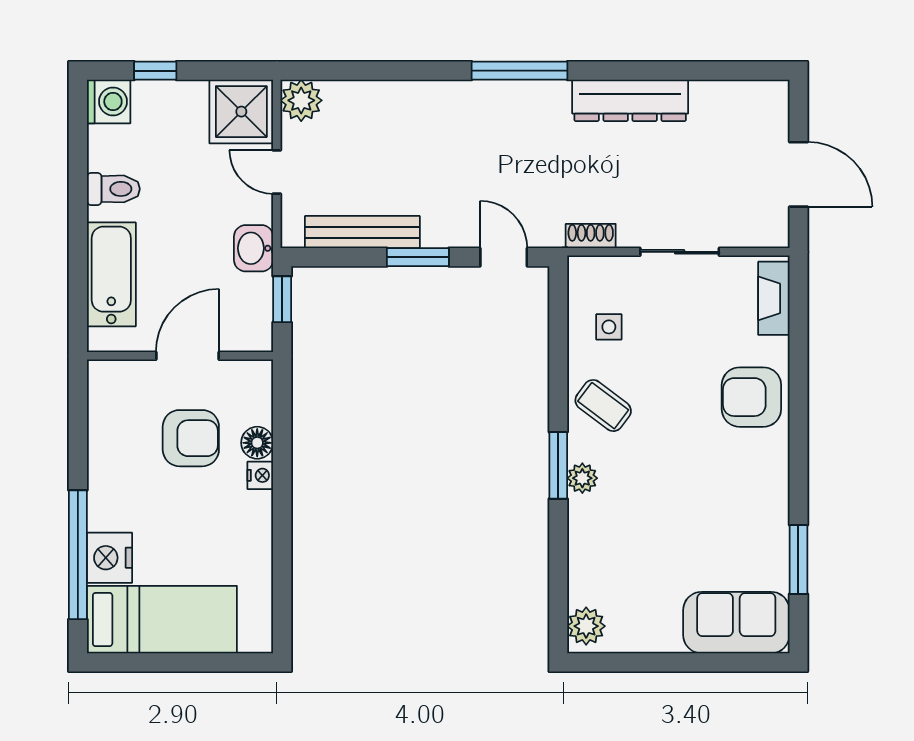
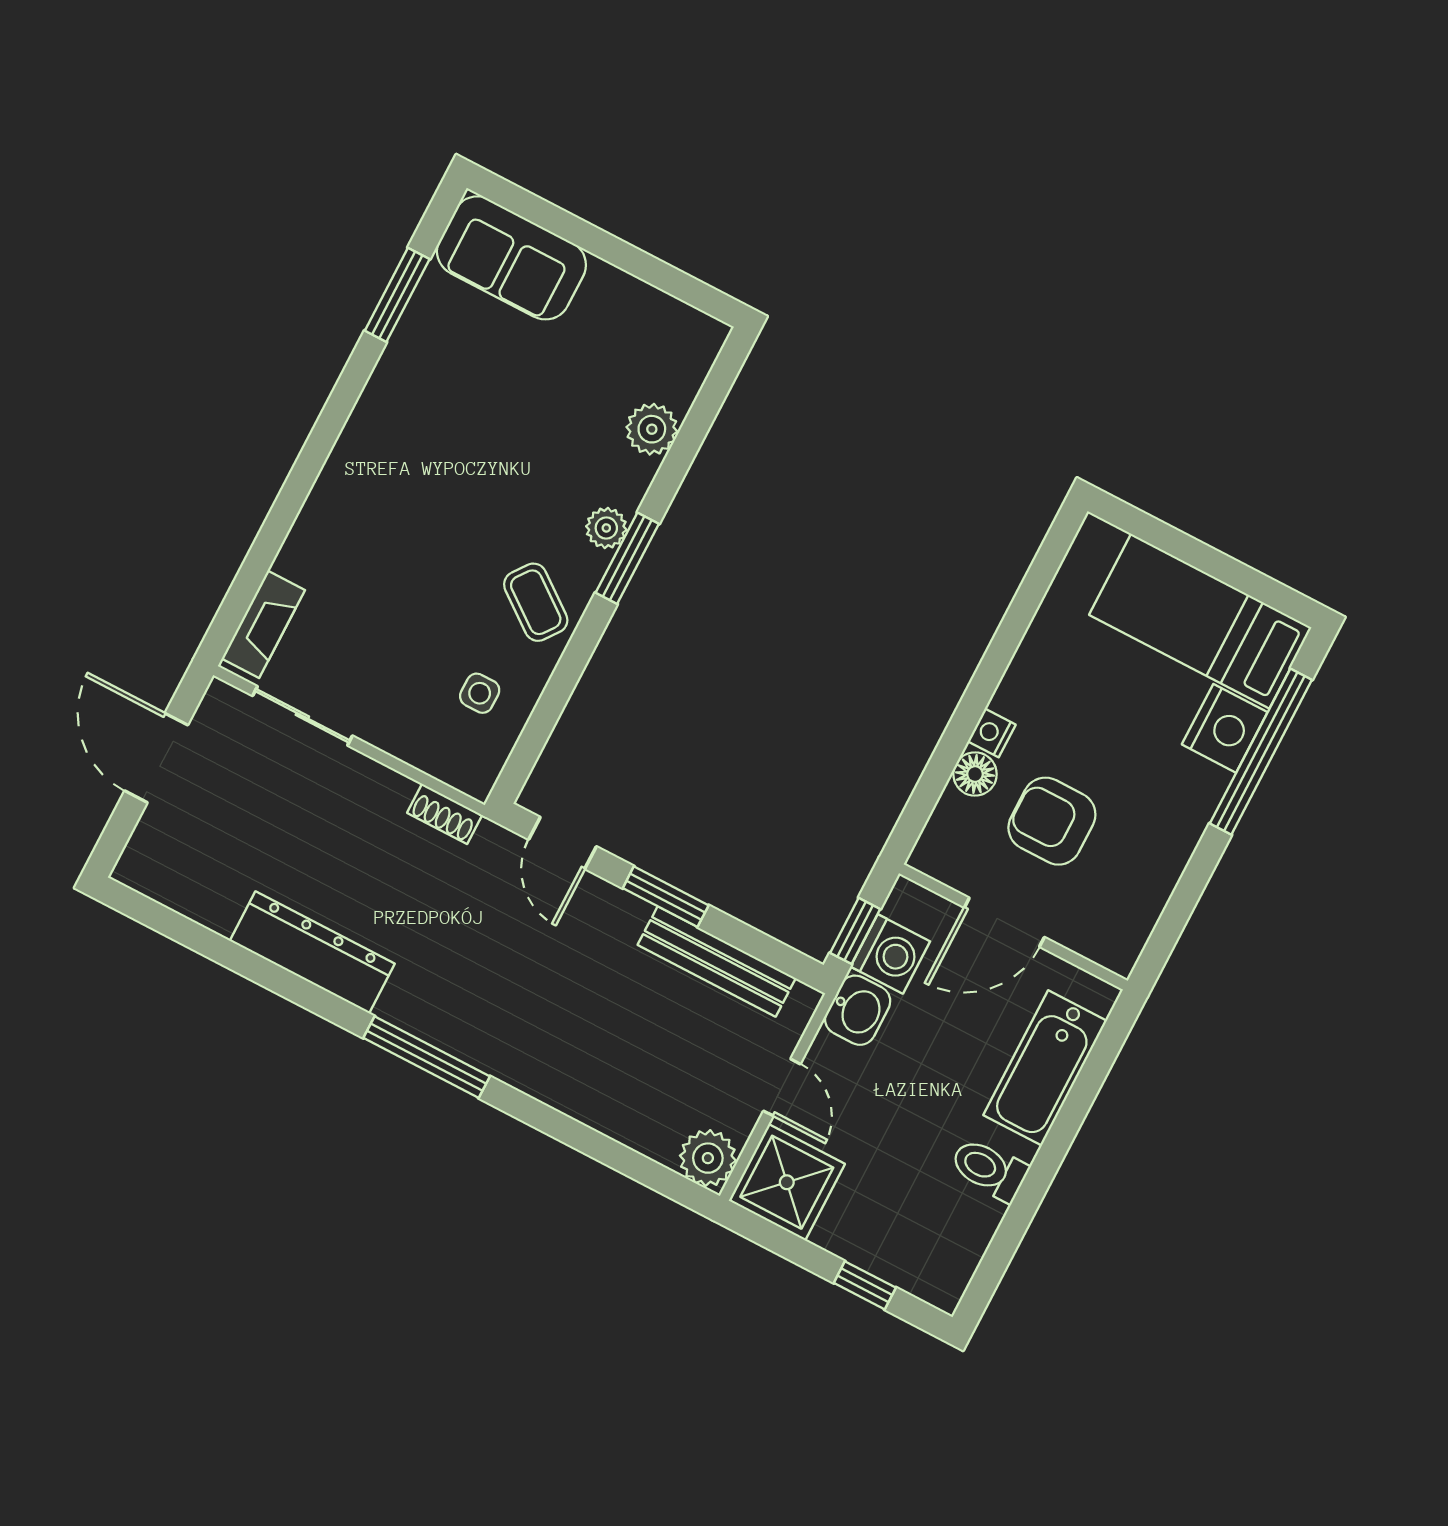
washing machine: (109, 102) -> (890, 954), moved, turned 180
sliding door: (680, 252) -> (302, 716), moved
armchair: (751, 397) -> (352, 520), removed
plant: (586, 626) -> (652, 429), moved

